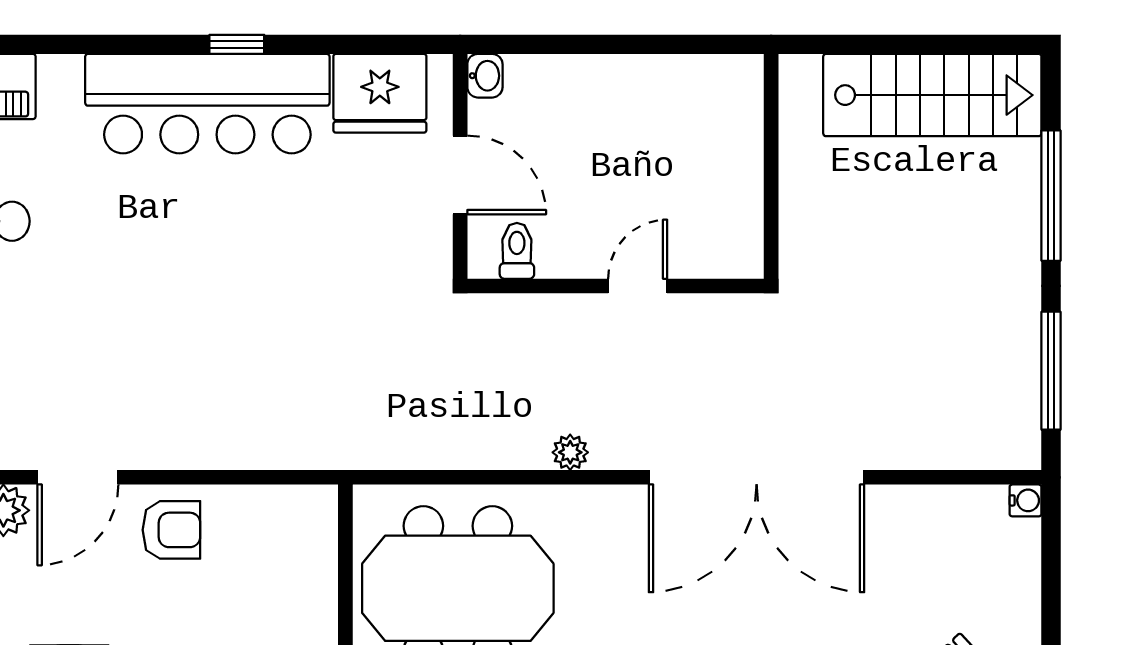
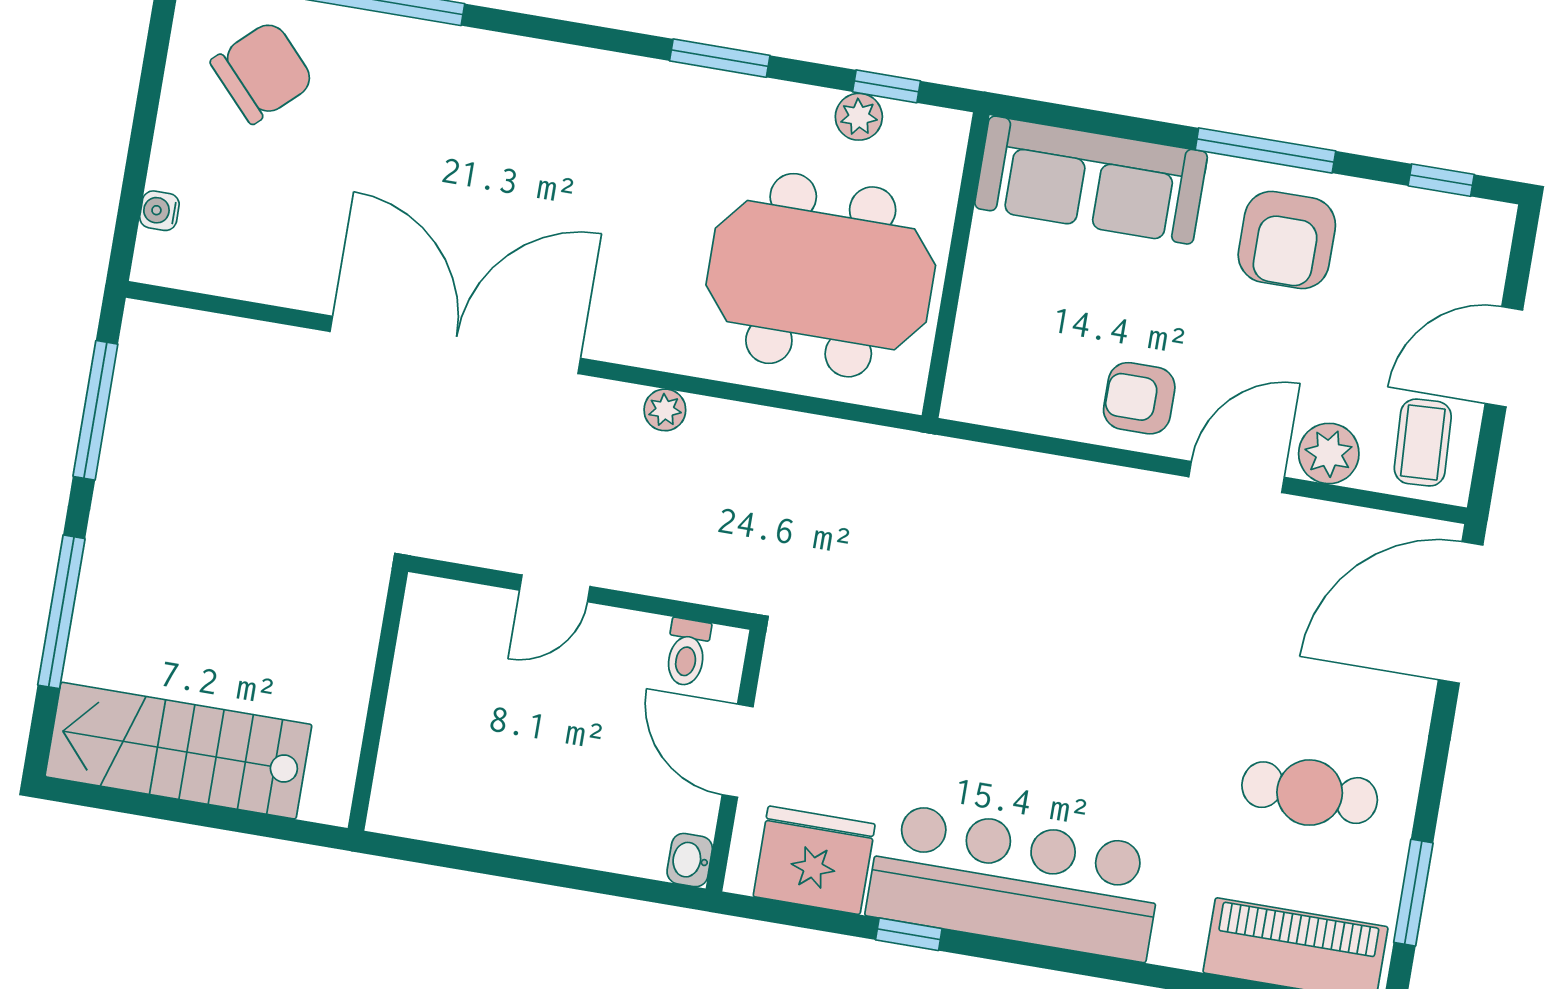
window: (237, 44) -> (909, 934), moved
water cooler: (1026, 500) -> (159, 211), moved

